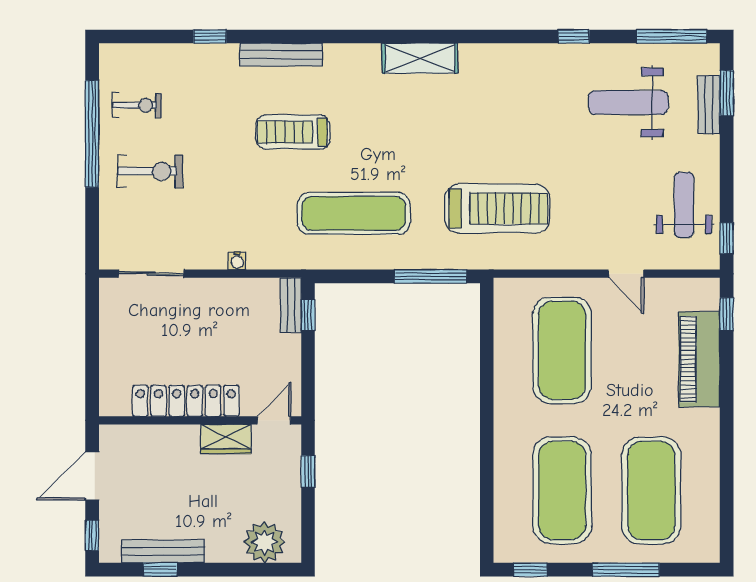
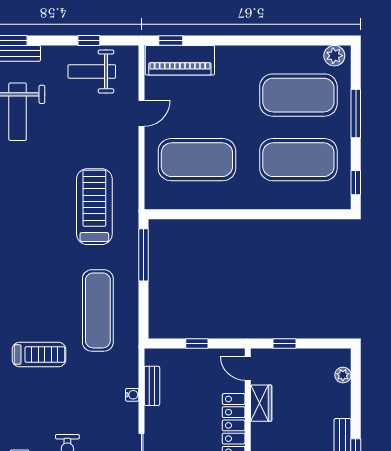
treadmill: (293, 132) -> (39, 355), turned -90
window: (727, 238) -> (89, 40), moved
bench: (291, 305) -> (152, 386), moved, turned 90
window: (308, 315) -> (197, 344), moved
piano: (699, 359) -> (180, 60), moved
plant: (706, 540) -> (334, 56), added
plant: (265, 542) -> (343, 375), width x0.53, depth x0.53

